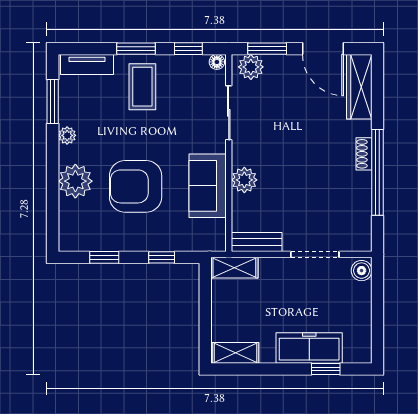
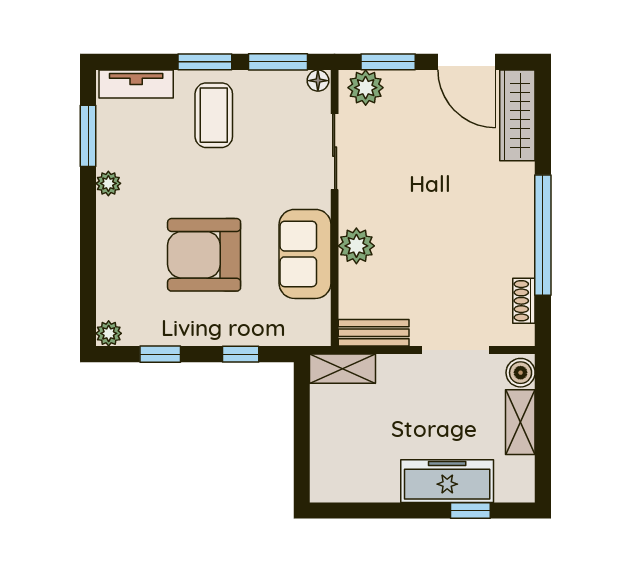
window: (188, 49) -> (278, 62), width x1.50
shoe rack: (364, 154) -> (524, 301), moved
plant: (75, 181) -> (109, 333), moved, width x0.53, depth x0.53
shelving: (236, 353) -> (520, 422), moved, turned 90

